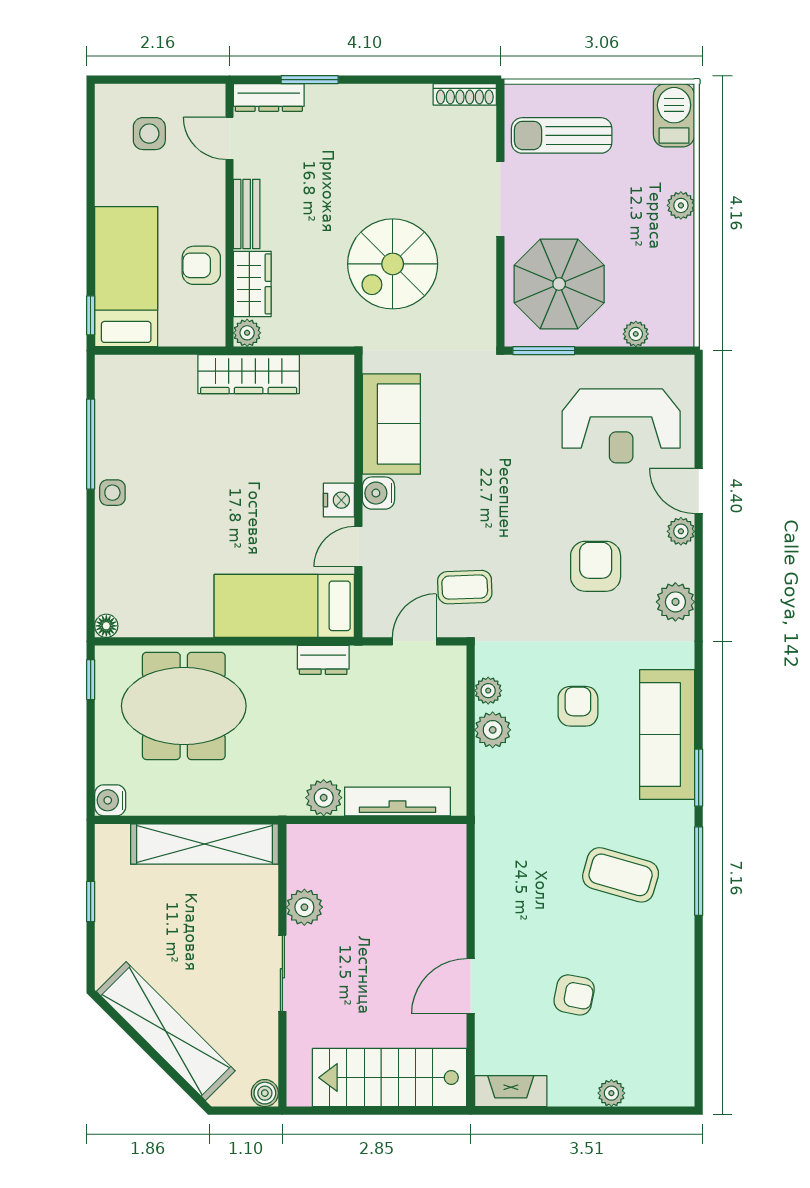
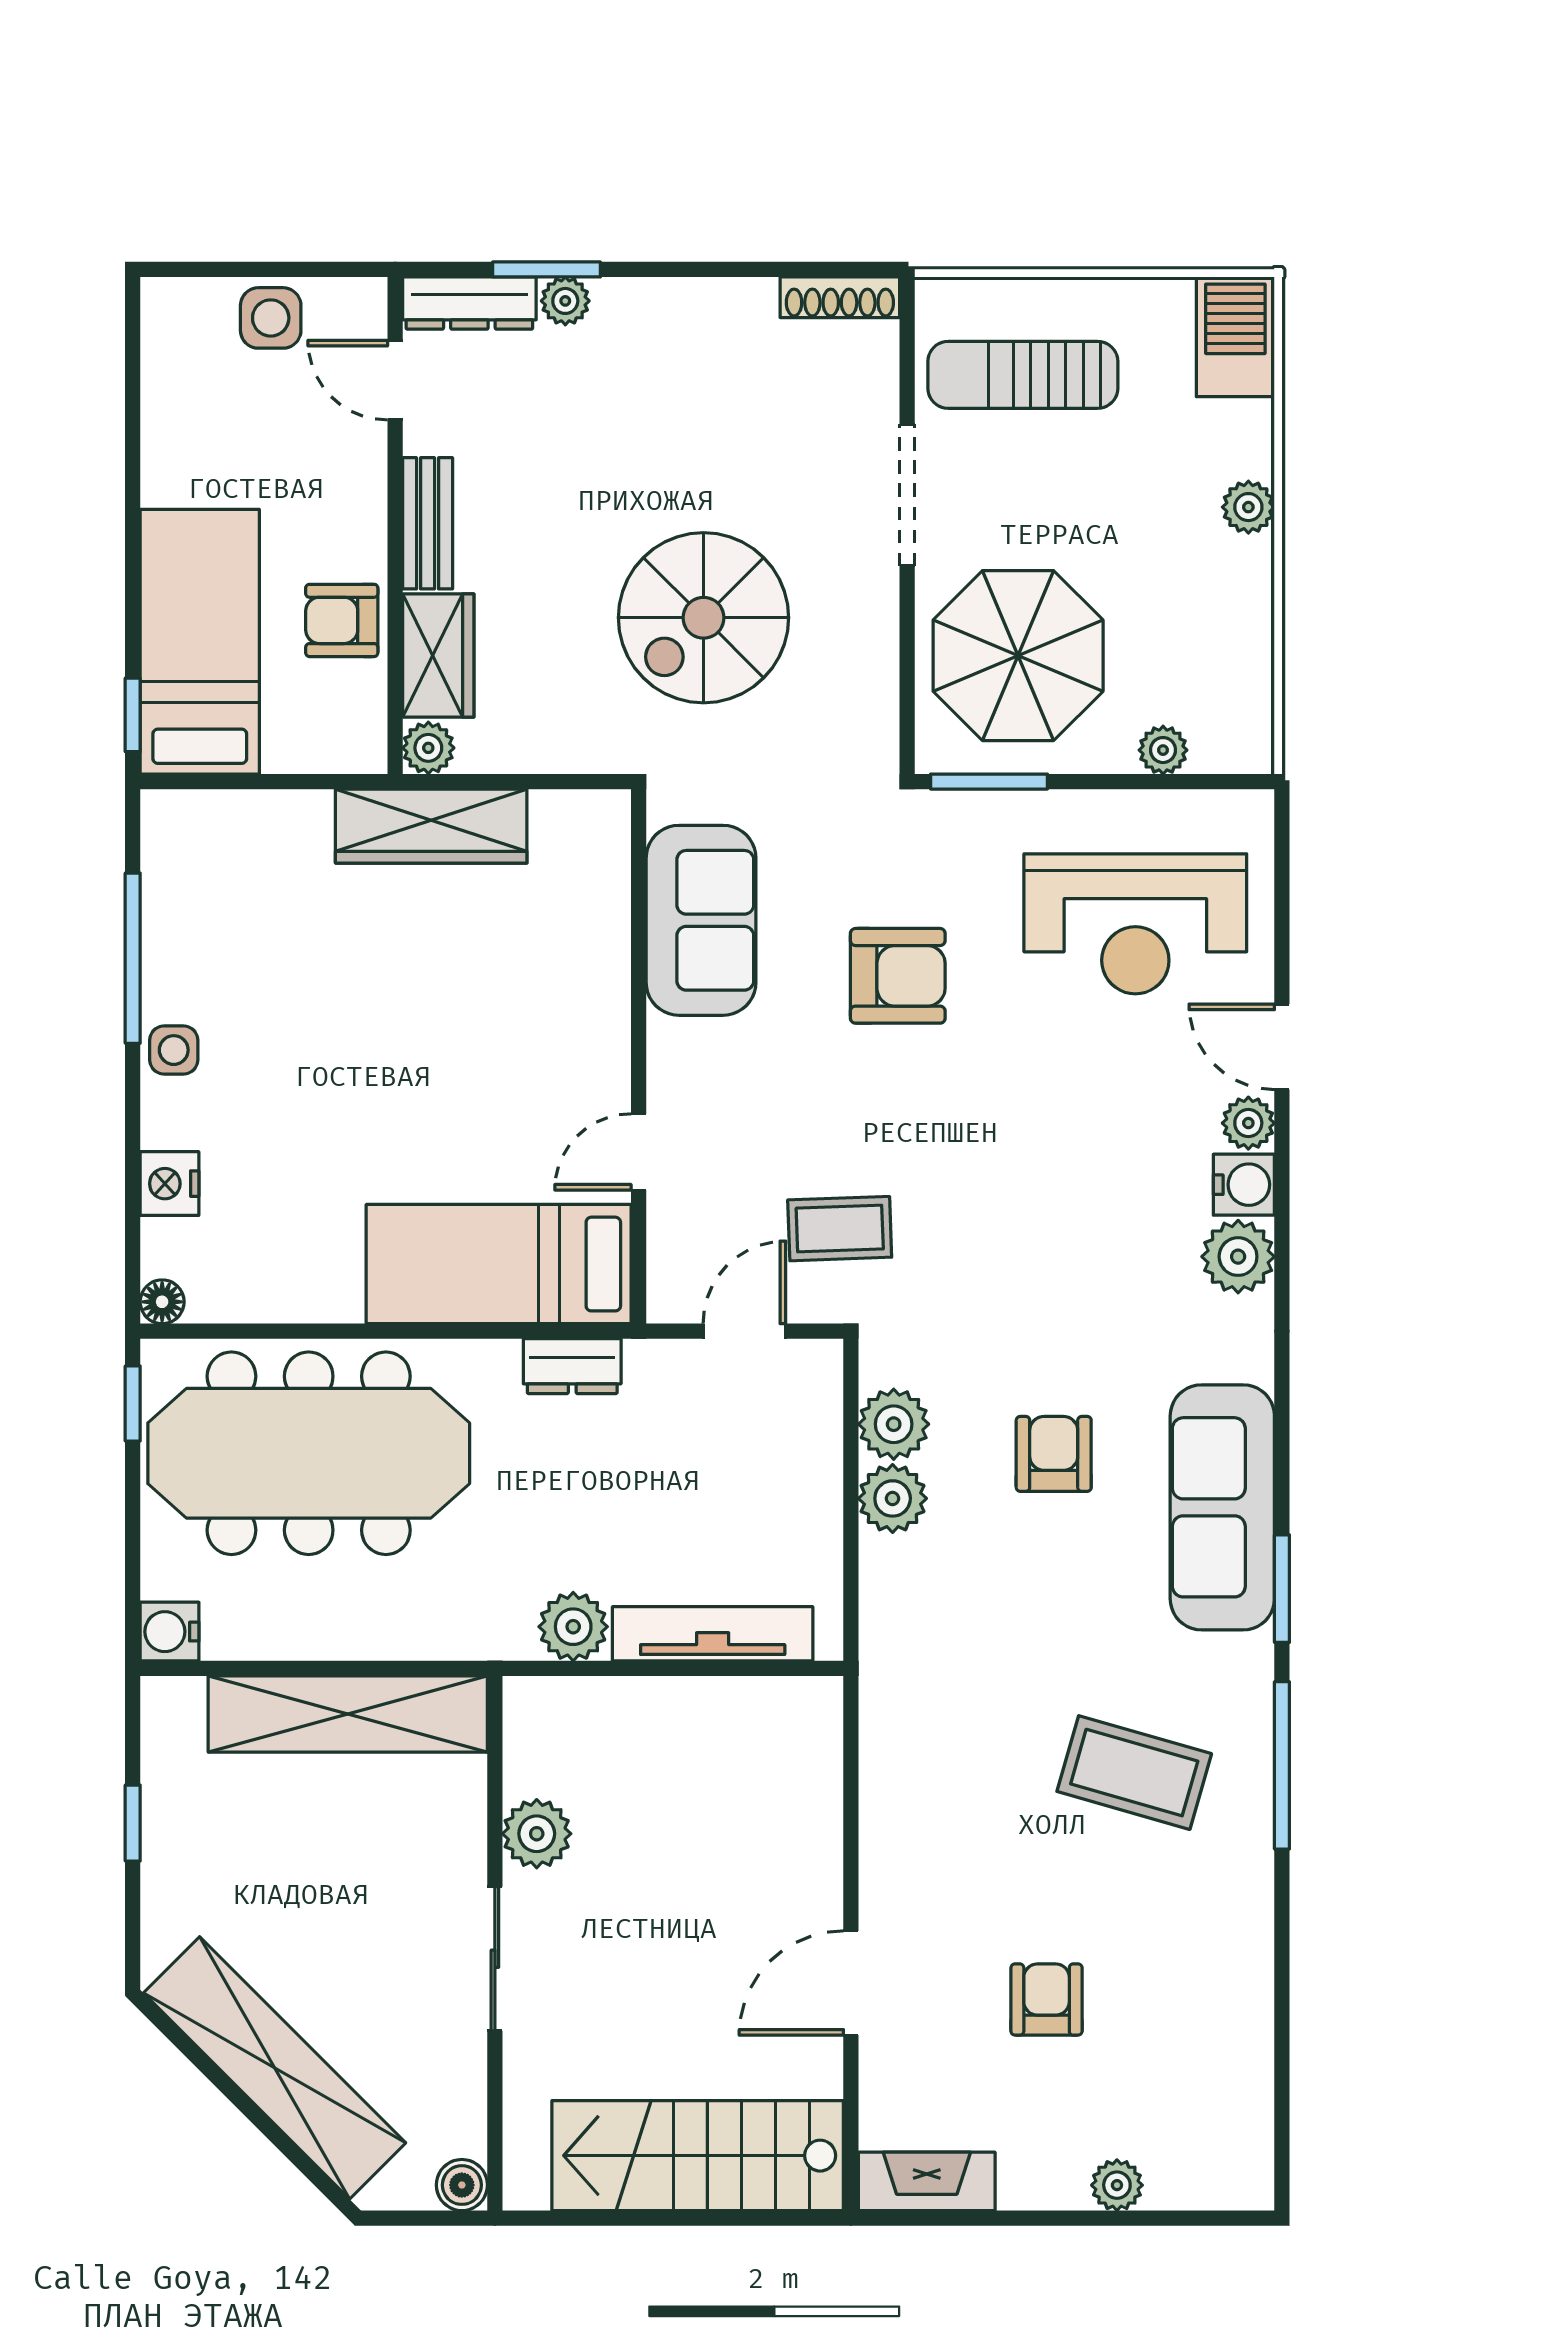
plant: (320, 96) -> (565, 301), added
side table: (149, 134) -> (271, 318), moved
water cooler: (378, 493) -> (1244, 1185), moved, turned 180
nightstand: (339, 500) -> (170, 1184), moved, turned 180
armchair: (596, 566) -> (898, 976), moved, turned 90
plant: (488, 691) -> (894, 1424), width x1.38, depth x1.38
meeting table: (184, 706) -> (309, 1453), width x1.36
armchair: (574, 995) -> (1047, 1999), turned -101

